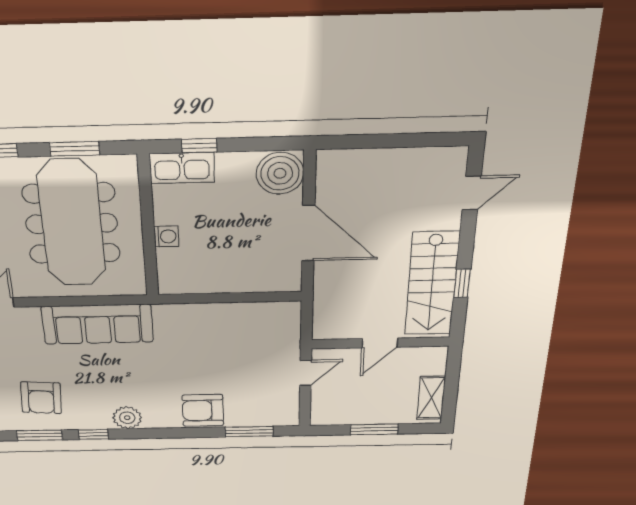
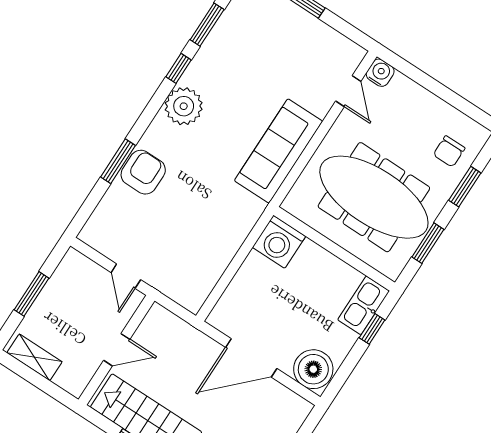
washing machine: (166, 236) -> (279, 242), moved, width x1.89, depth x1.89
door: (380, 343) -> (117, 350), swing flipped
armchair: (41, 398) -> (242, 55), removed
plant: (127, 418) -> (184, 106), width x1.36, depth x1.36
window: (249, 432) -> (118, 161), moved

